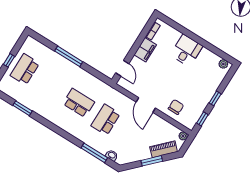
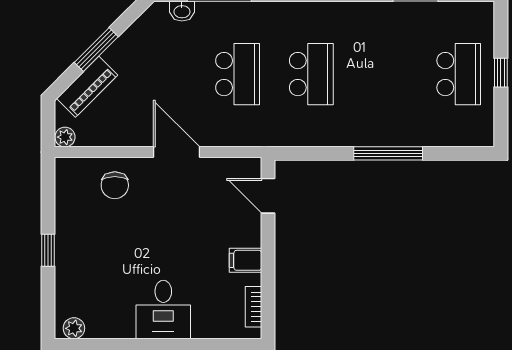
filing cabinet: (145, 50) -> (246, 260), width x0.50
school desk: (79, 103) -> (311, 74), turned -90
window: (202, 119) -> (48, 194), removed

